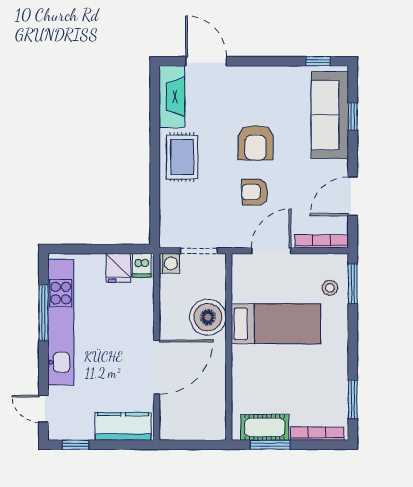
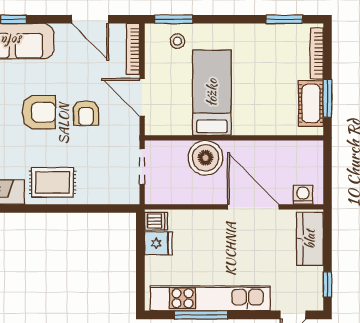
washing machine: (169, 263) -> (303, 195), moved

